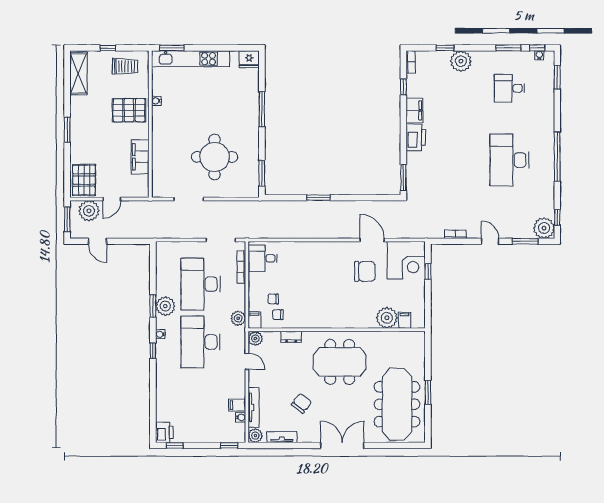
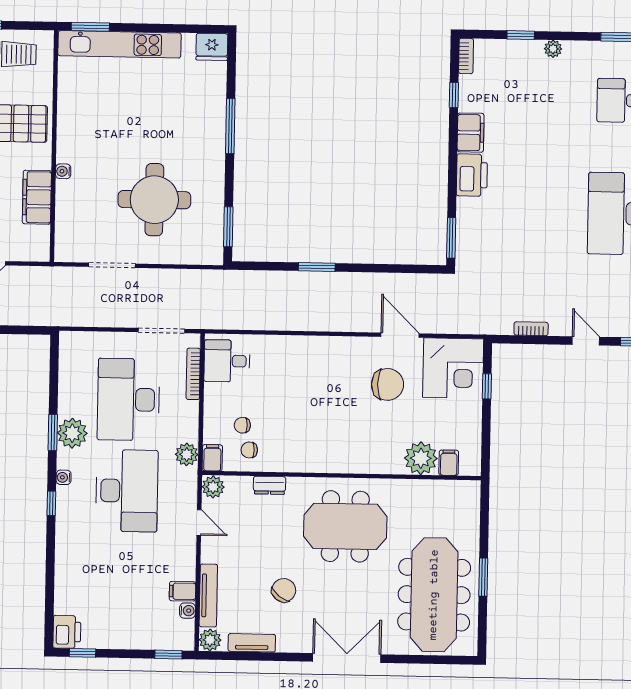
plant: (461, 61) -> (553, 49), width x0.53, depth x0.53
water cooler: (156, 101) -> (63, 171), moved
desk: (201, 342) -> (127, 491), turned 180

